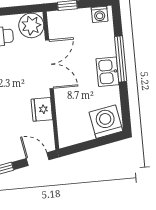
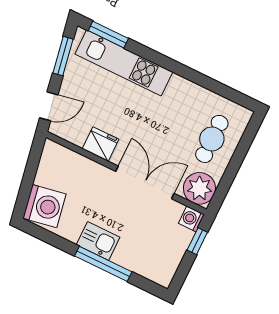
washing machine: (100, 14) -> (191, 219), moved
double door: (49, 64) -> (145, 182), swing flipped

